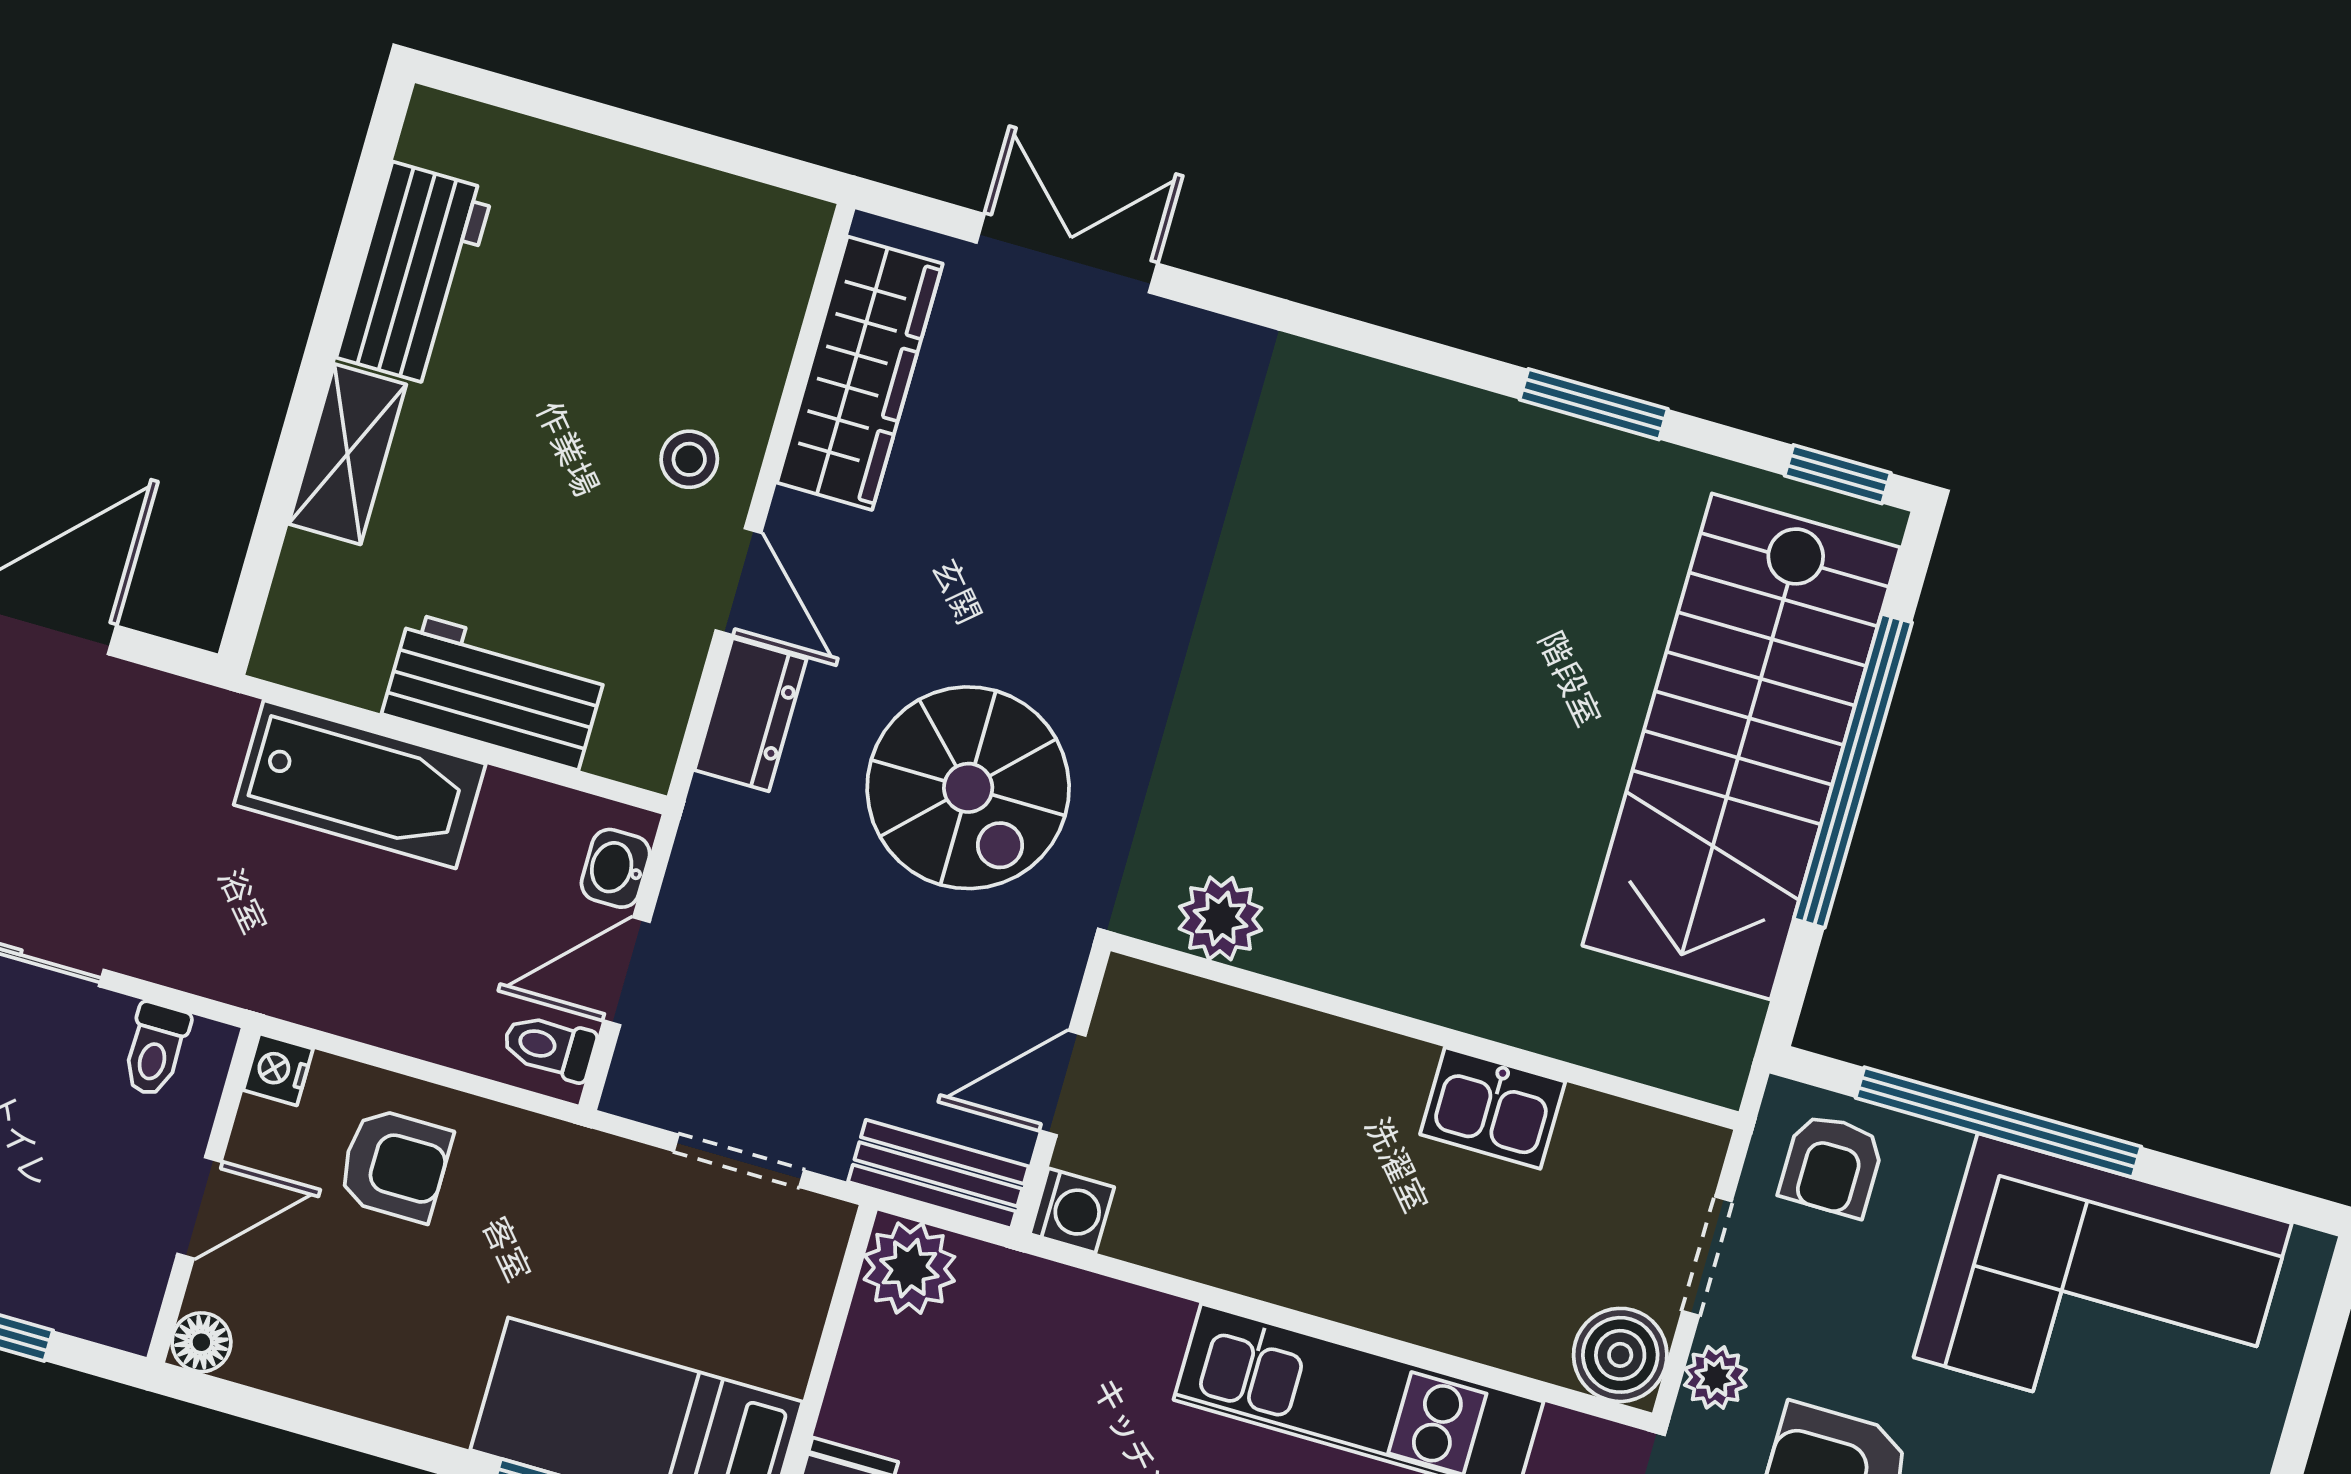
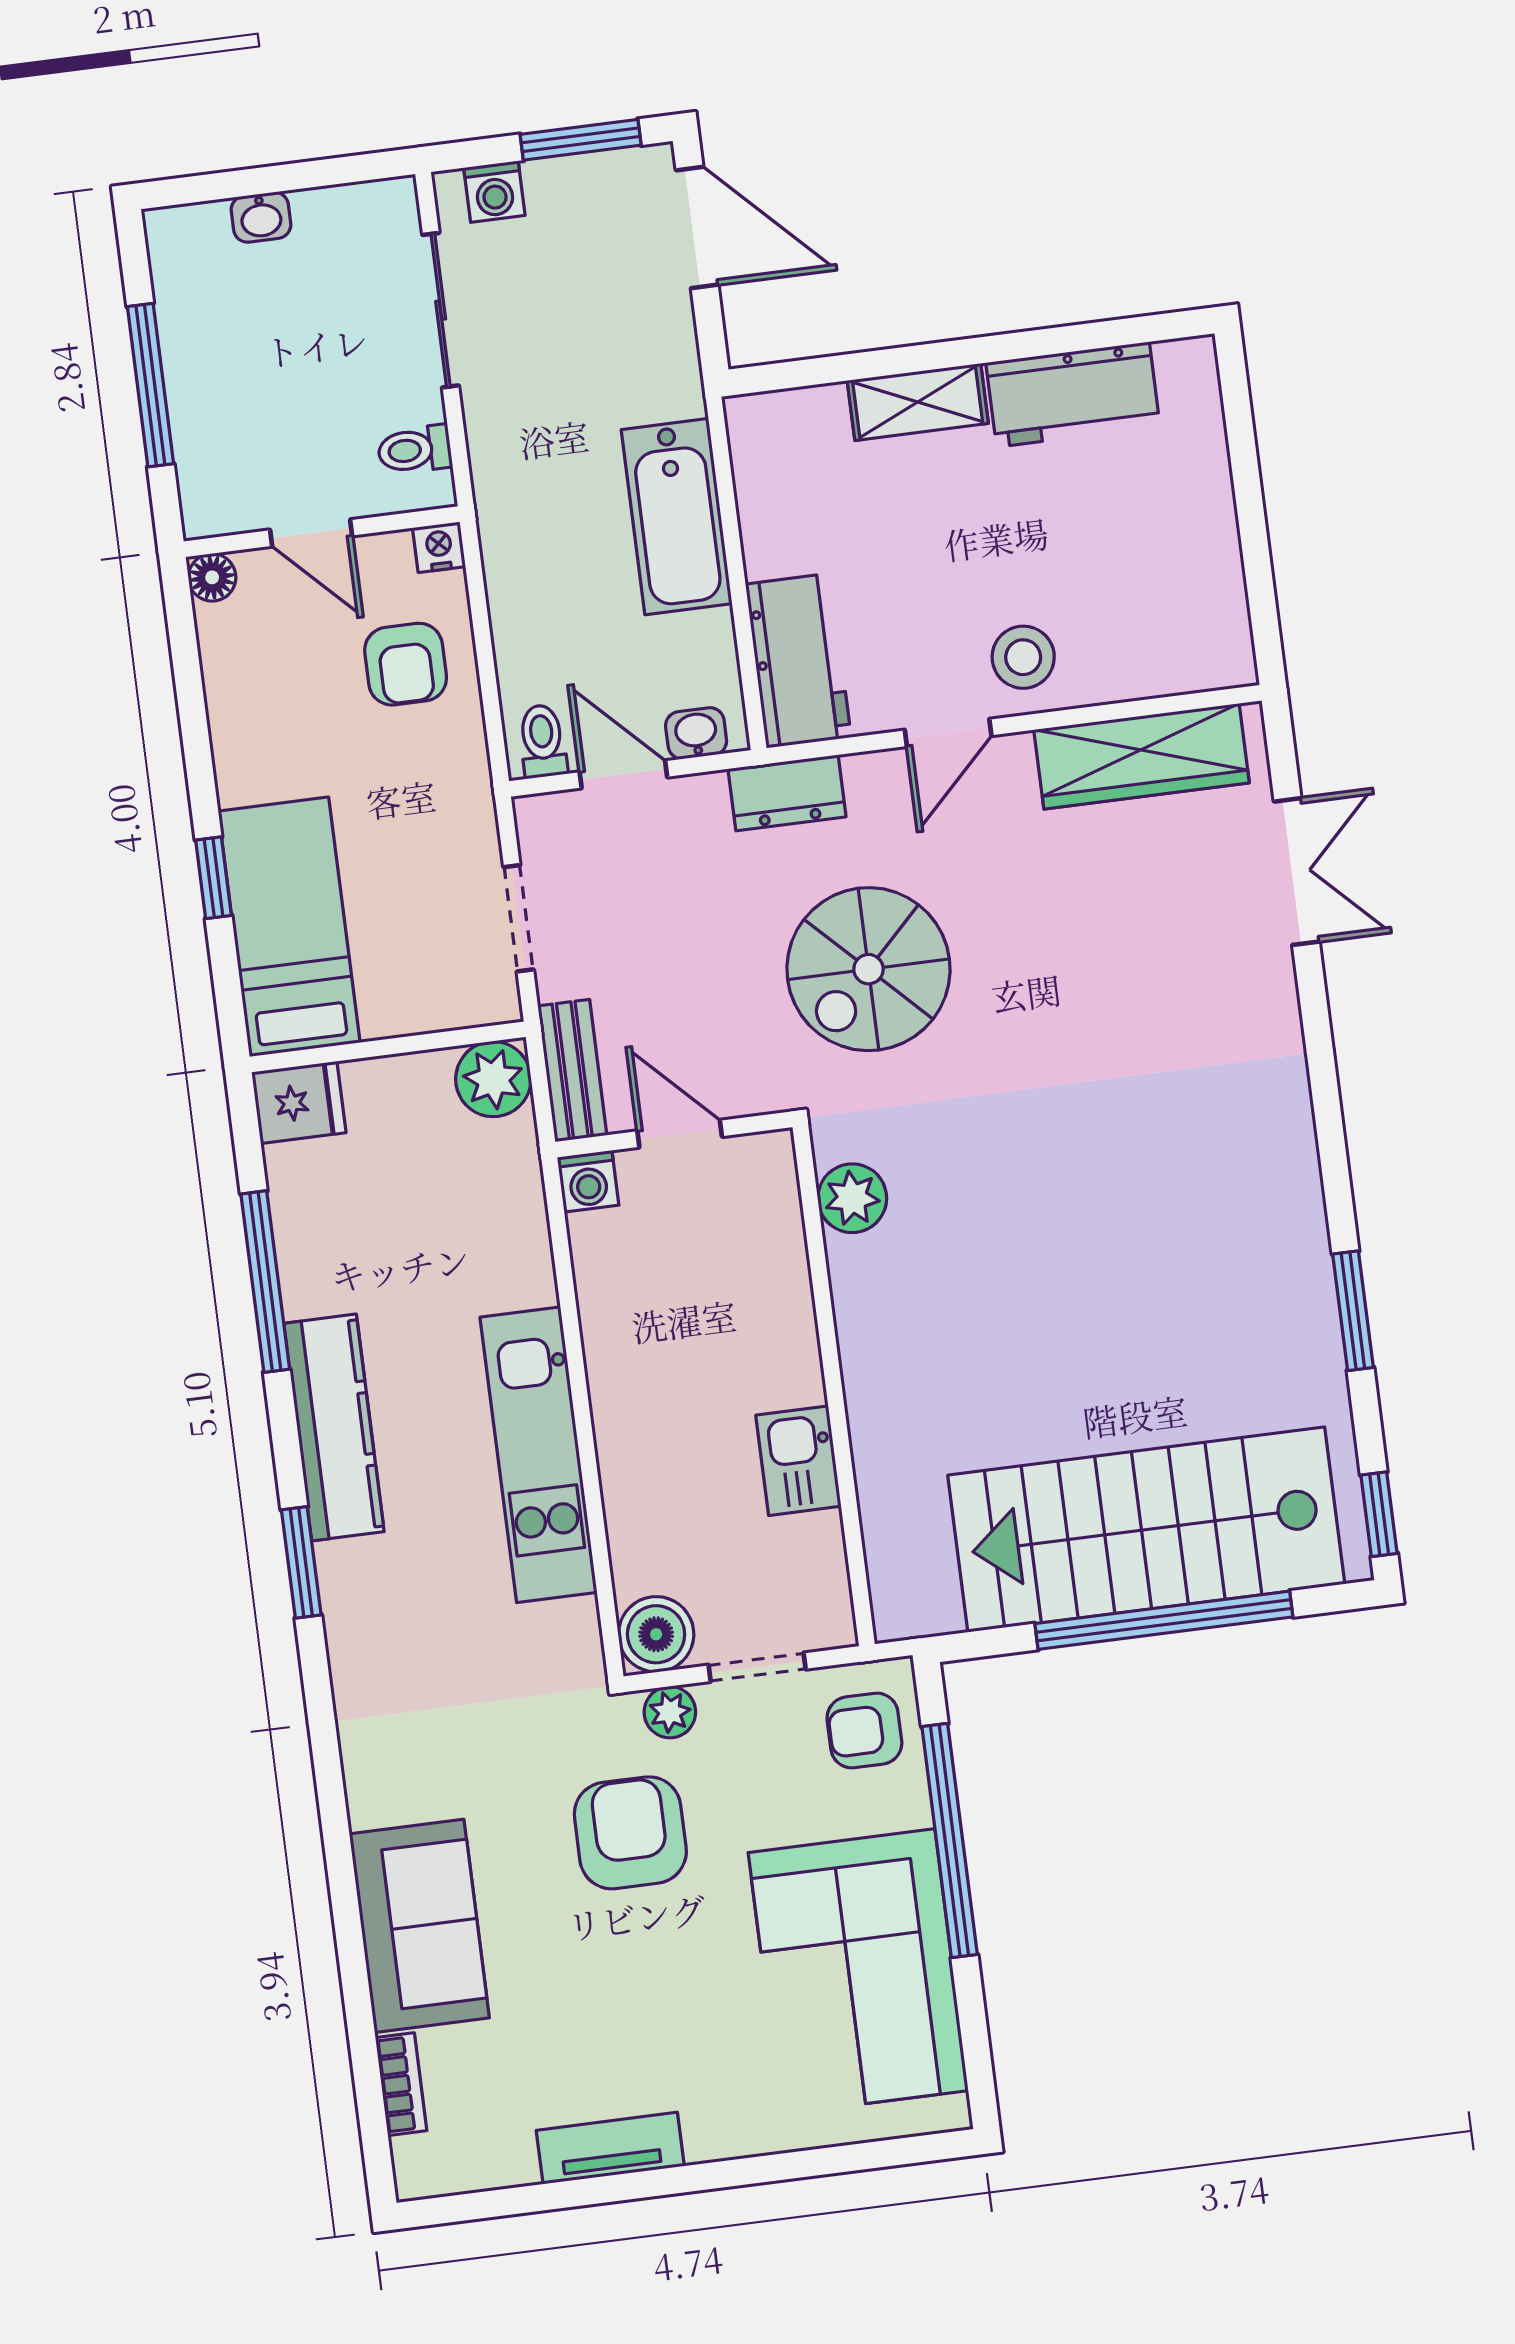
stool: (689, 459) -> (1023, 657), width x1.37, depth x1.37
workbench: (495, 691) -> (798, 661), moved
dresser: (751, 715) -> (787, 793), moved

